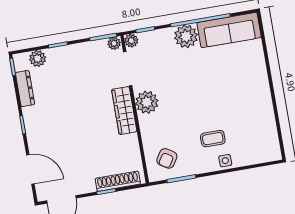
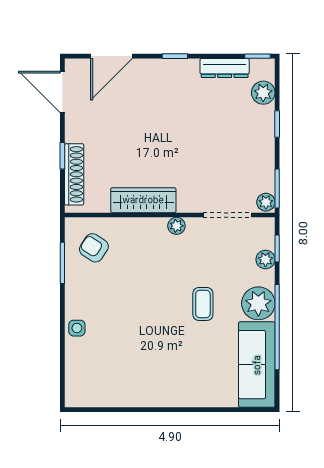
plant: (131, 41) -> (265, 259), moved
plant: (147, 102) -> (176, 226), width x0.53, depth x0.53
wardrobe: (124, 111) -> (143, 200), moved
coffee table: (213, 139) -> (203, 304), moved

